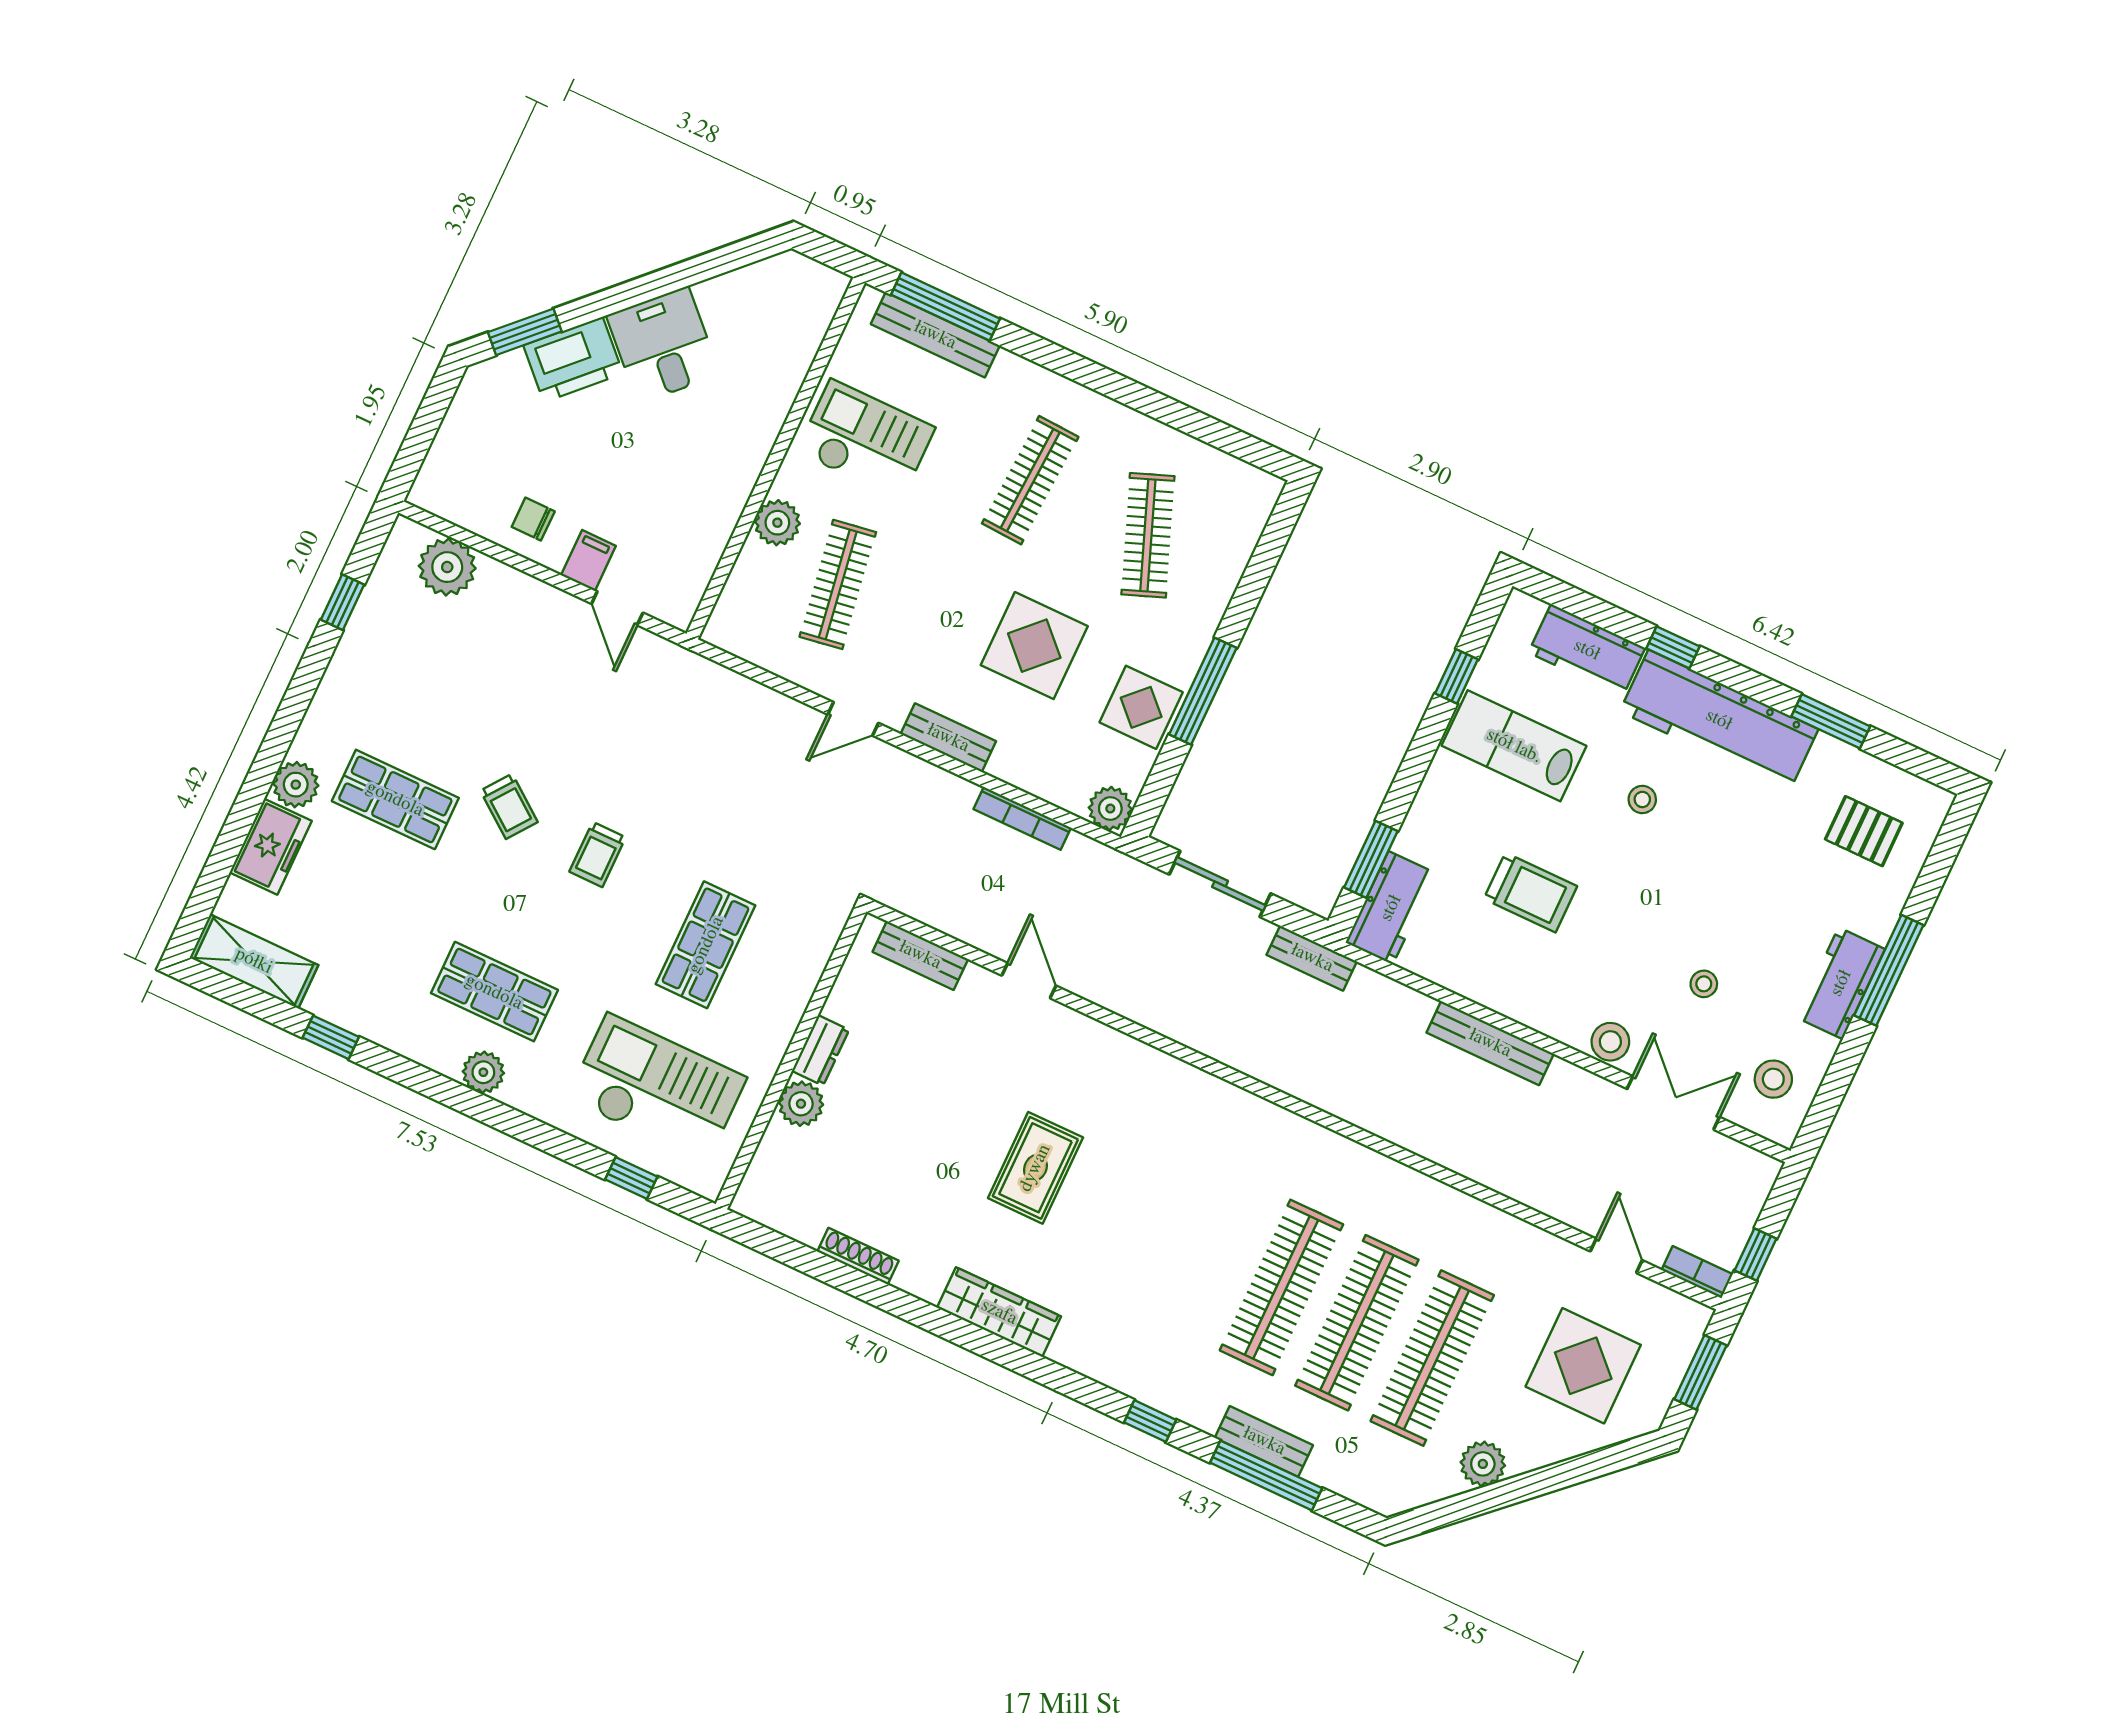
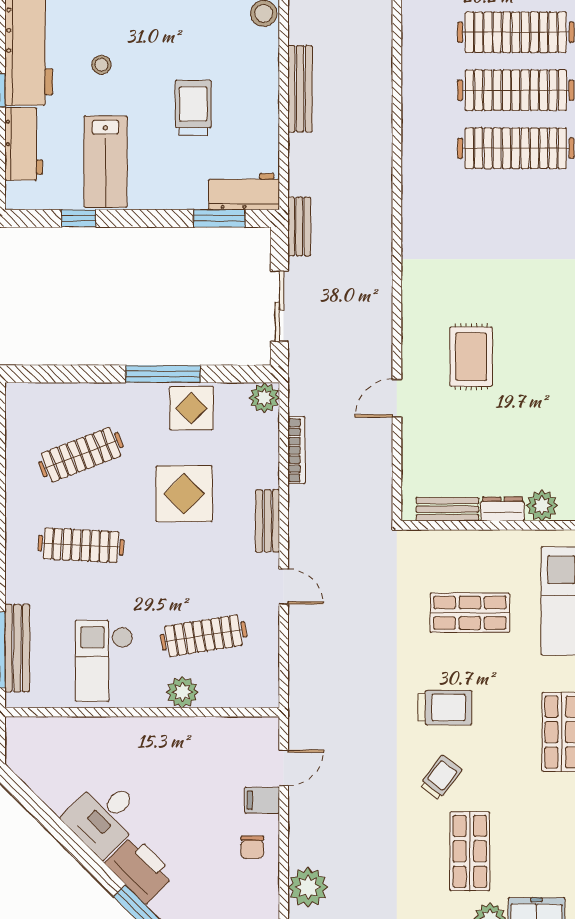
trolley: (597, 854) -> (445, 708), width x1.36, depth x1.39
bench: (920, 955) -> (447, 509), moved, turned 90
rug: (1035, 1168) -> (471, 357), moved, turned 90

